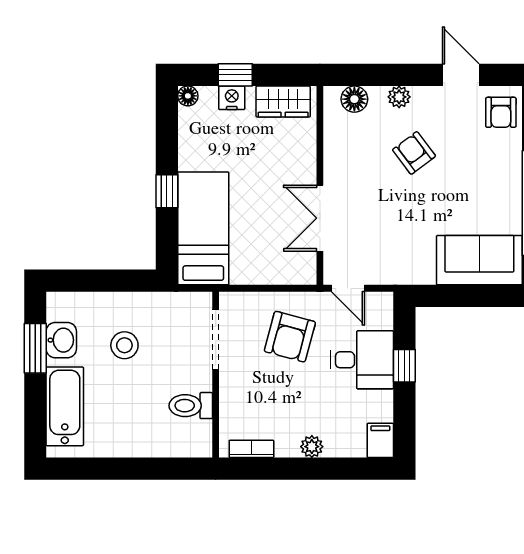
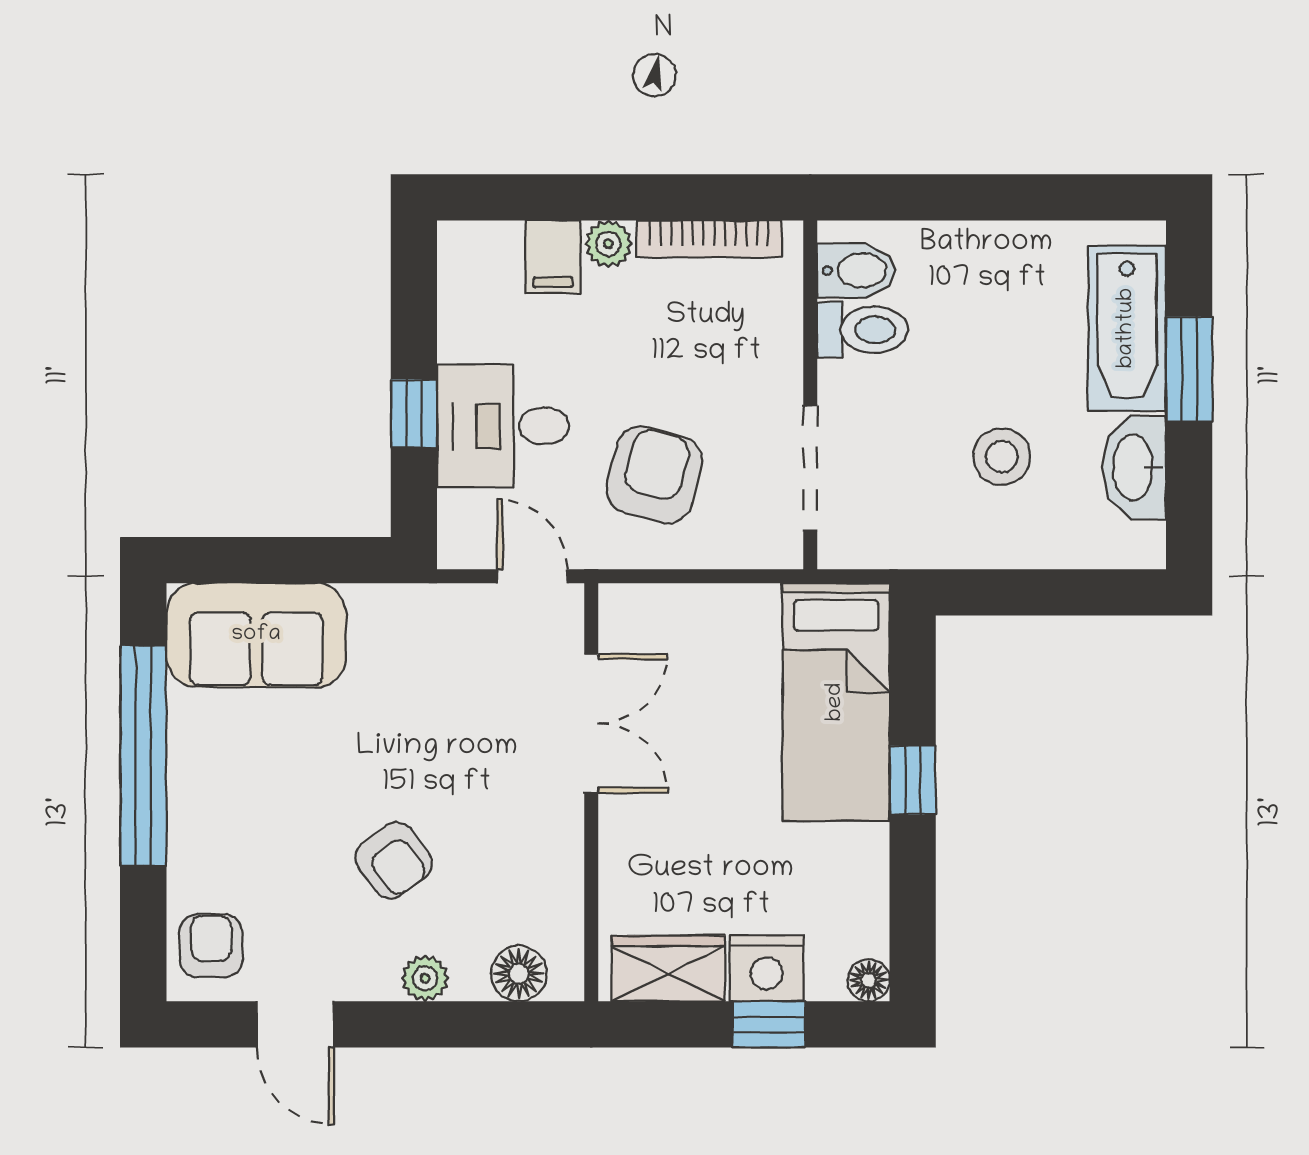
nightstand: (232, 98) -> (767, 968), width x1.36, depth x1.33
washbasin: (61, 340) -> (1135, 467), width x1.38
window: (35, 348) -> (1189, 369), moved
bidet: (194, 434) -> (856, 270), added
filing cabinet: (380, 440) -> (553, 257), moved
bookcase: (251, 449) -> (709, 239), width x1.56

